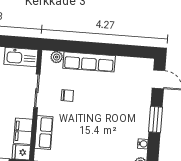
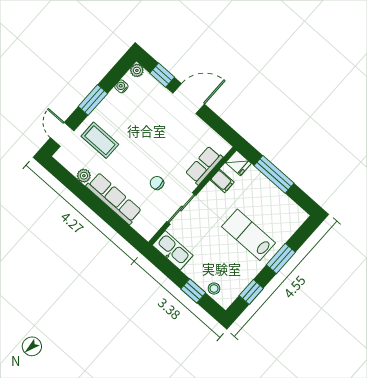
plant: (57, 57) -> (84, 176), moved
coffee table: (129, 95) -> (100, 140), added
filing cabinet: (23, 131) -> (222, 181), width x0.50

